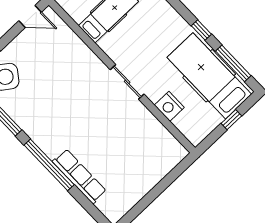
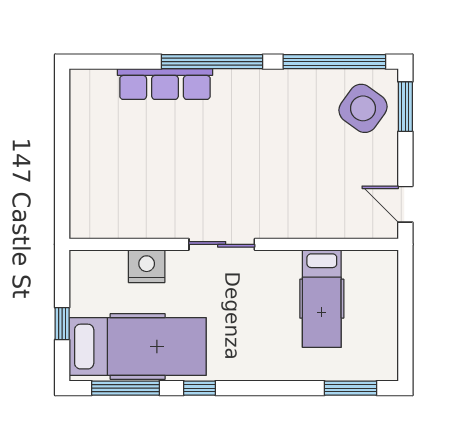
door: (30, 16) -> (405, 204), hinge flipped

